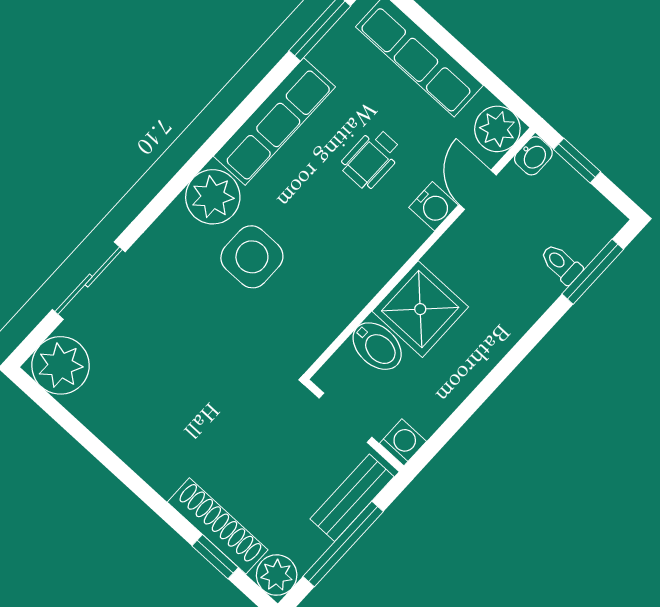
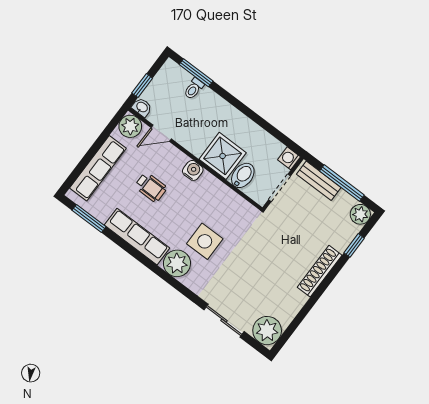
water cooler: (433, 206) -> (193, 170), moved
shoe rack: (218, 526) -> (320, 271), moved

